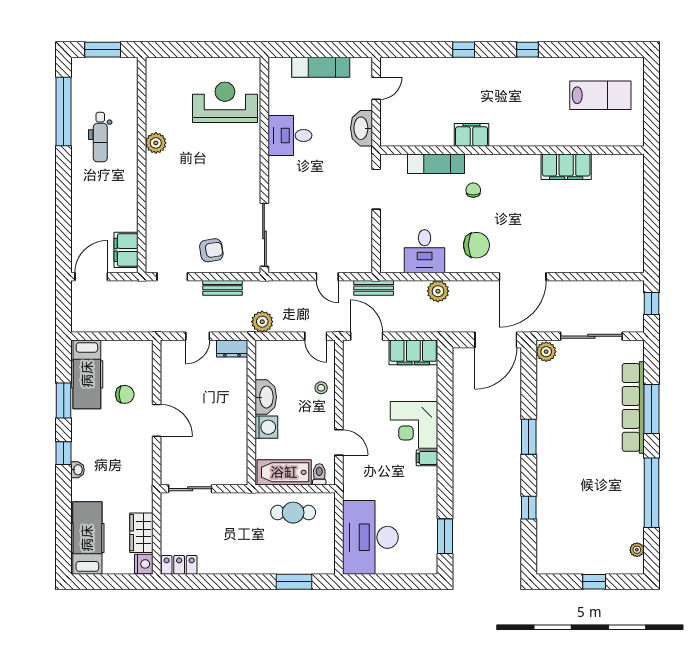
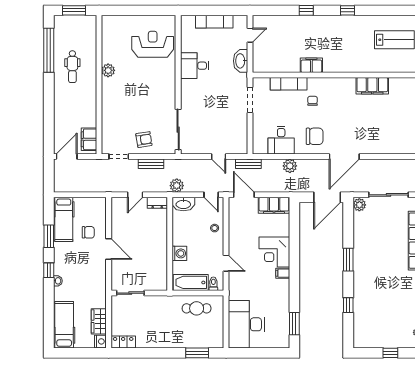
washbasin: (266, 397) -> (183, 204), moved, turned 90

